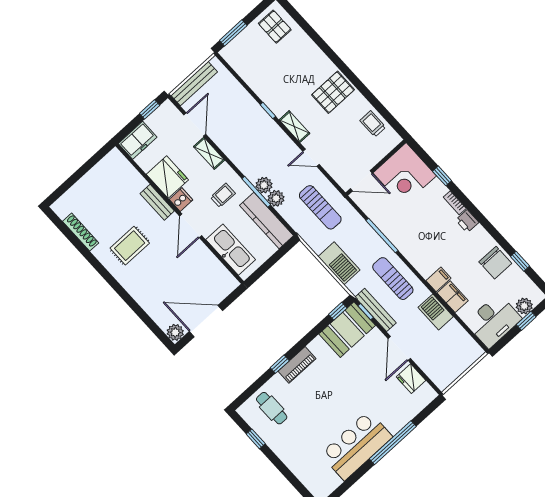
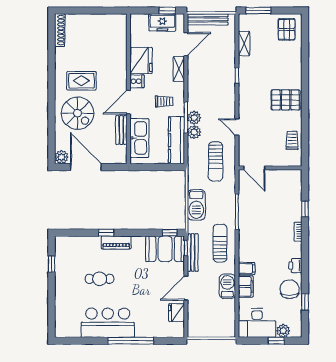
shelving: (294, 127) -> (244, 44), moved
freezer: (138, 140) -> (162, 22), moved
corner desk: (405, 174) -> (284, 188), removed
bench: (157, 202) -> (121, 130), moved
printer: (467, 221) -> (295, 266), moved
shoe rack: (81, 232) -> (60, 30), moved
chair: (495, 263) -> (290, 289), turned 180
spiral stairs: (153, 279) -> (78, 113), added
cafe table: (272, 408) -> (100, 279), moved, turned 90

